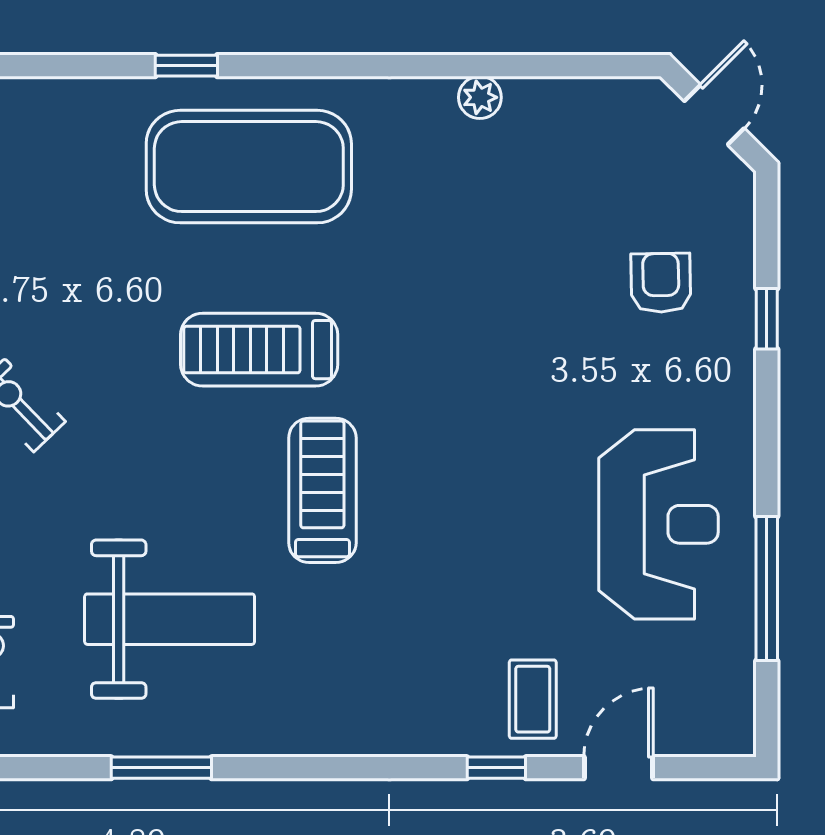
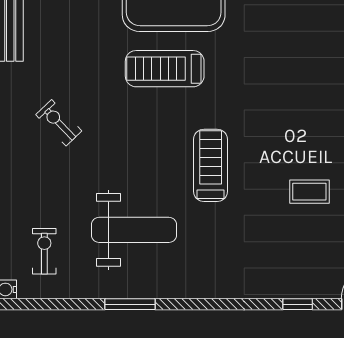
treadmill: (259, 350) -> (165, 69), moved
coffee table: (533, 699) -> (309, 192), moved, turned 90

